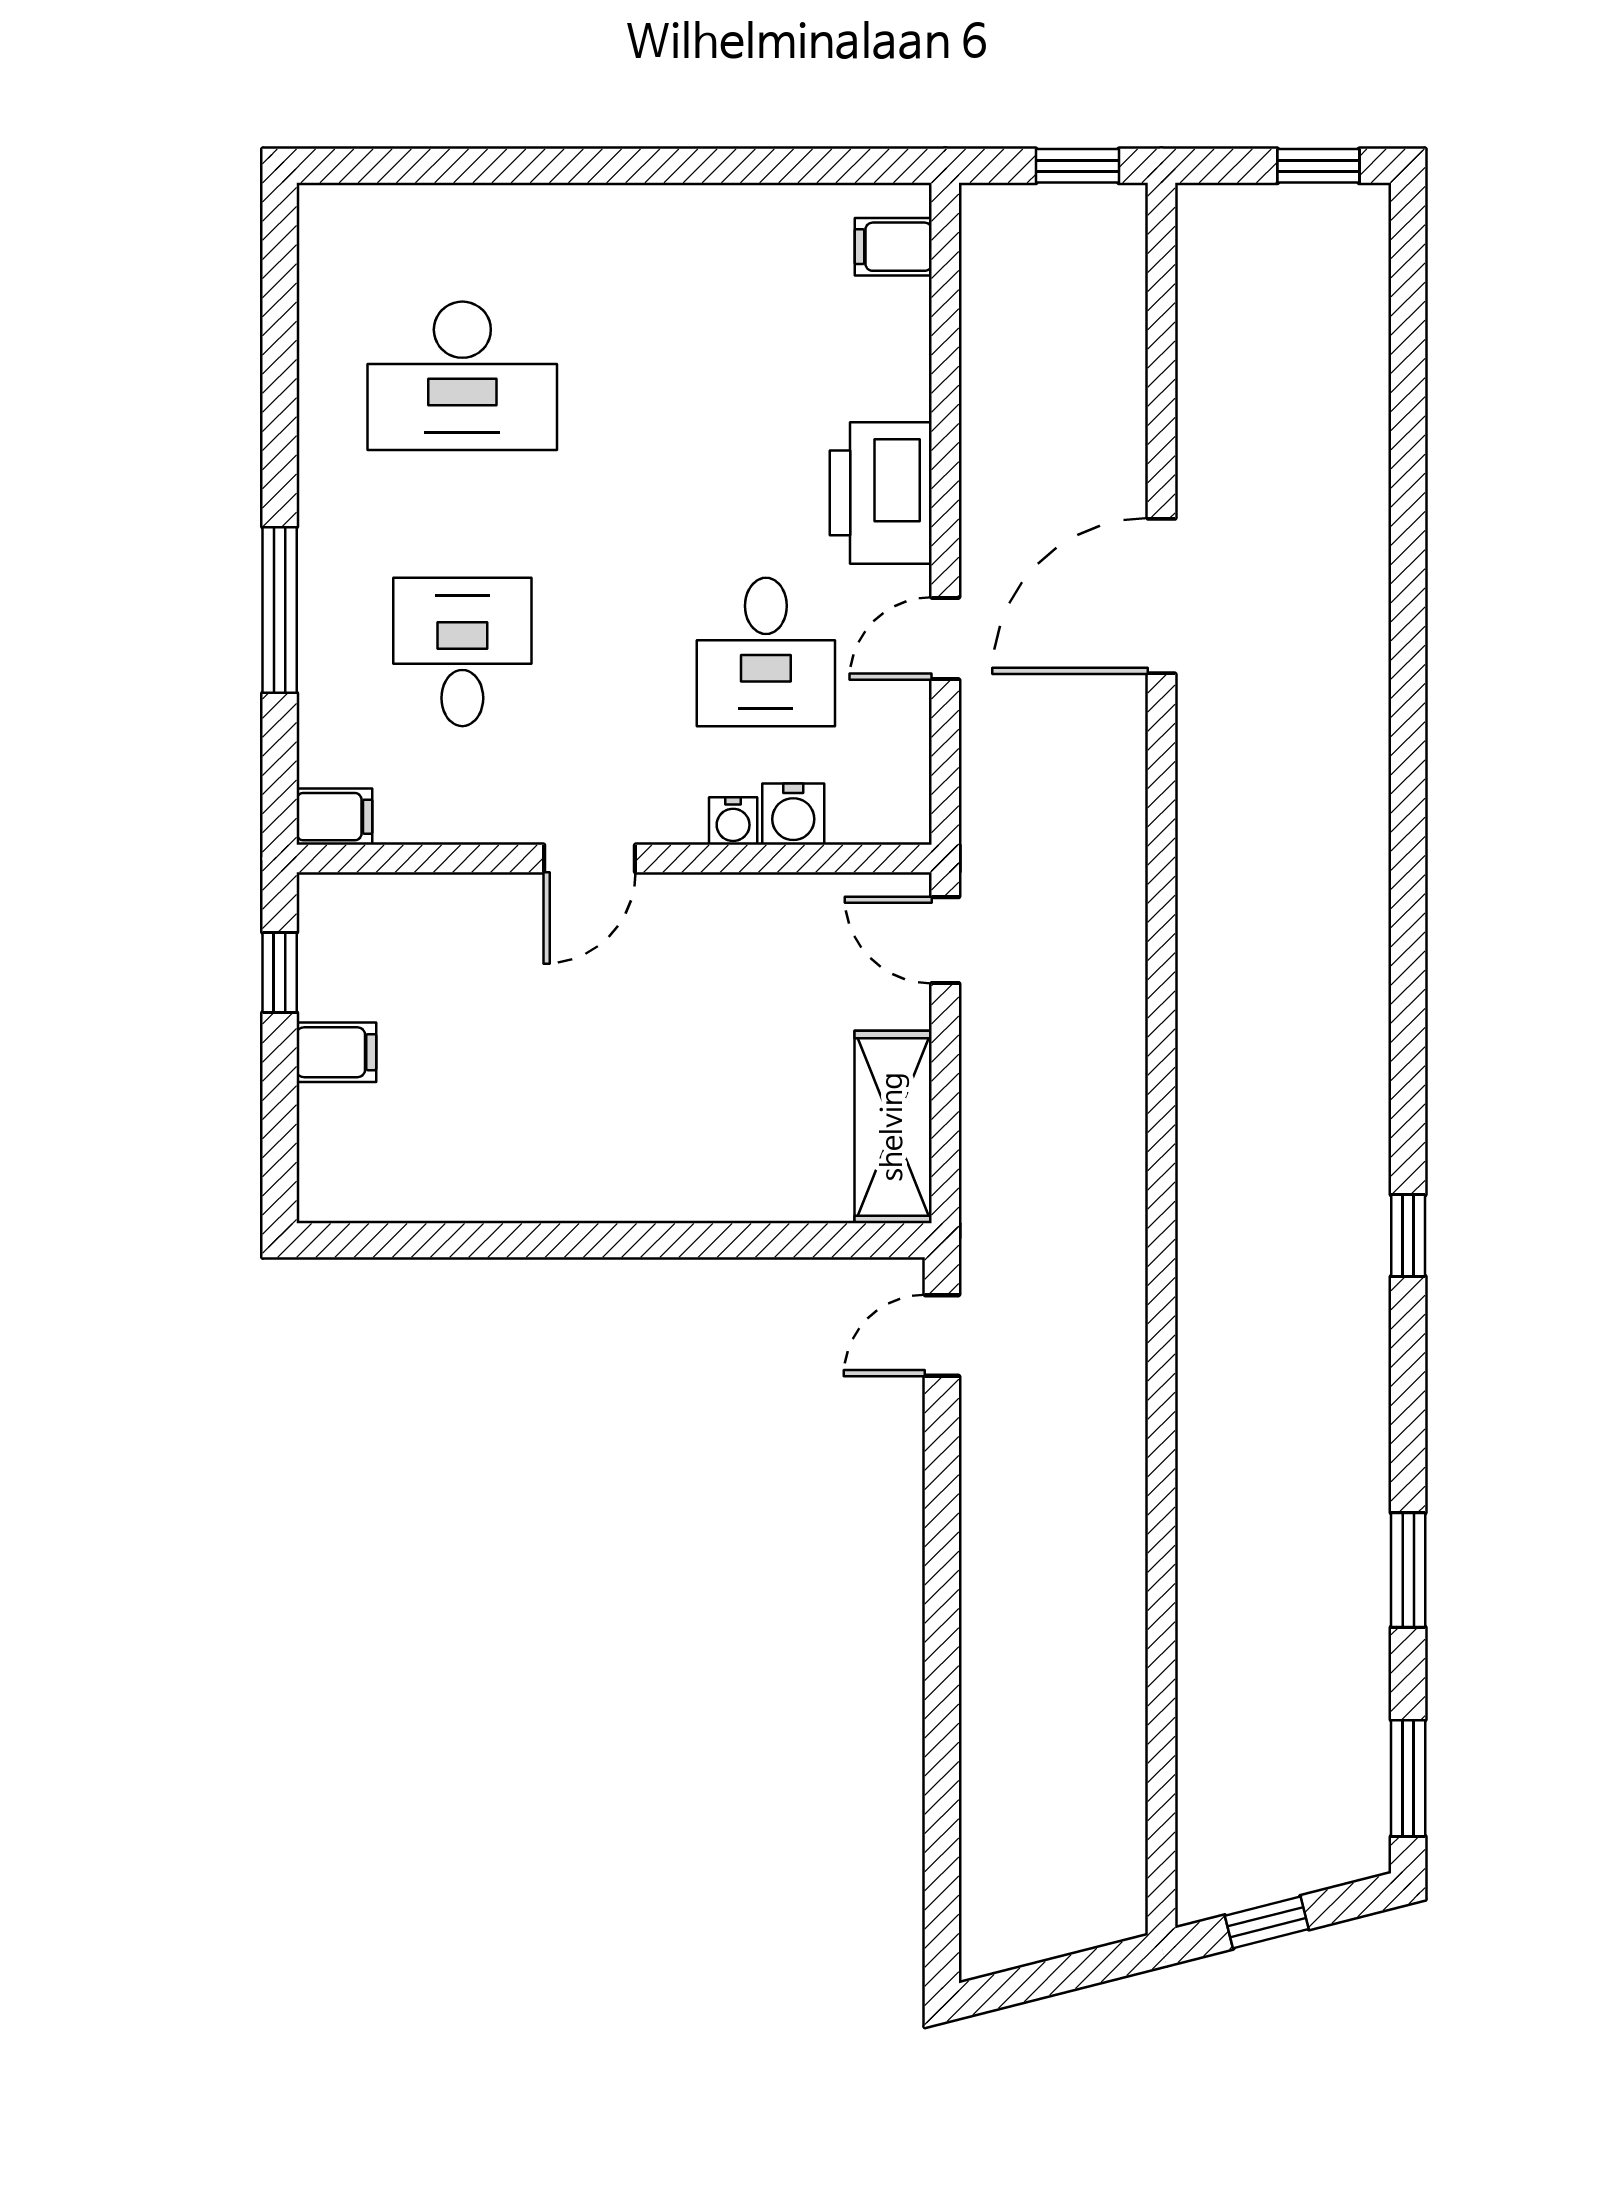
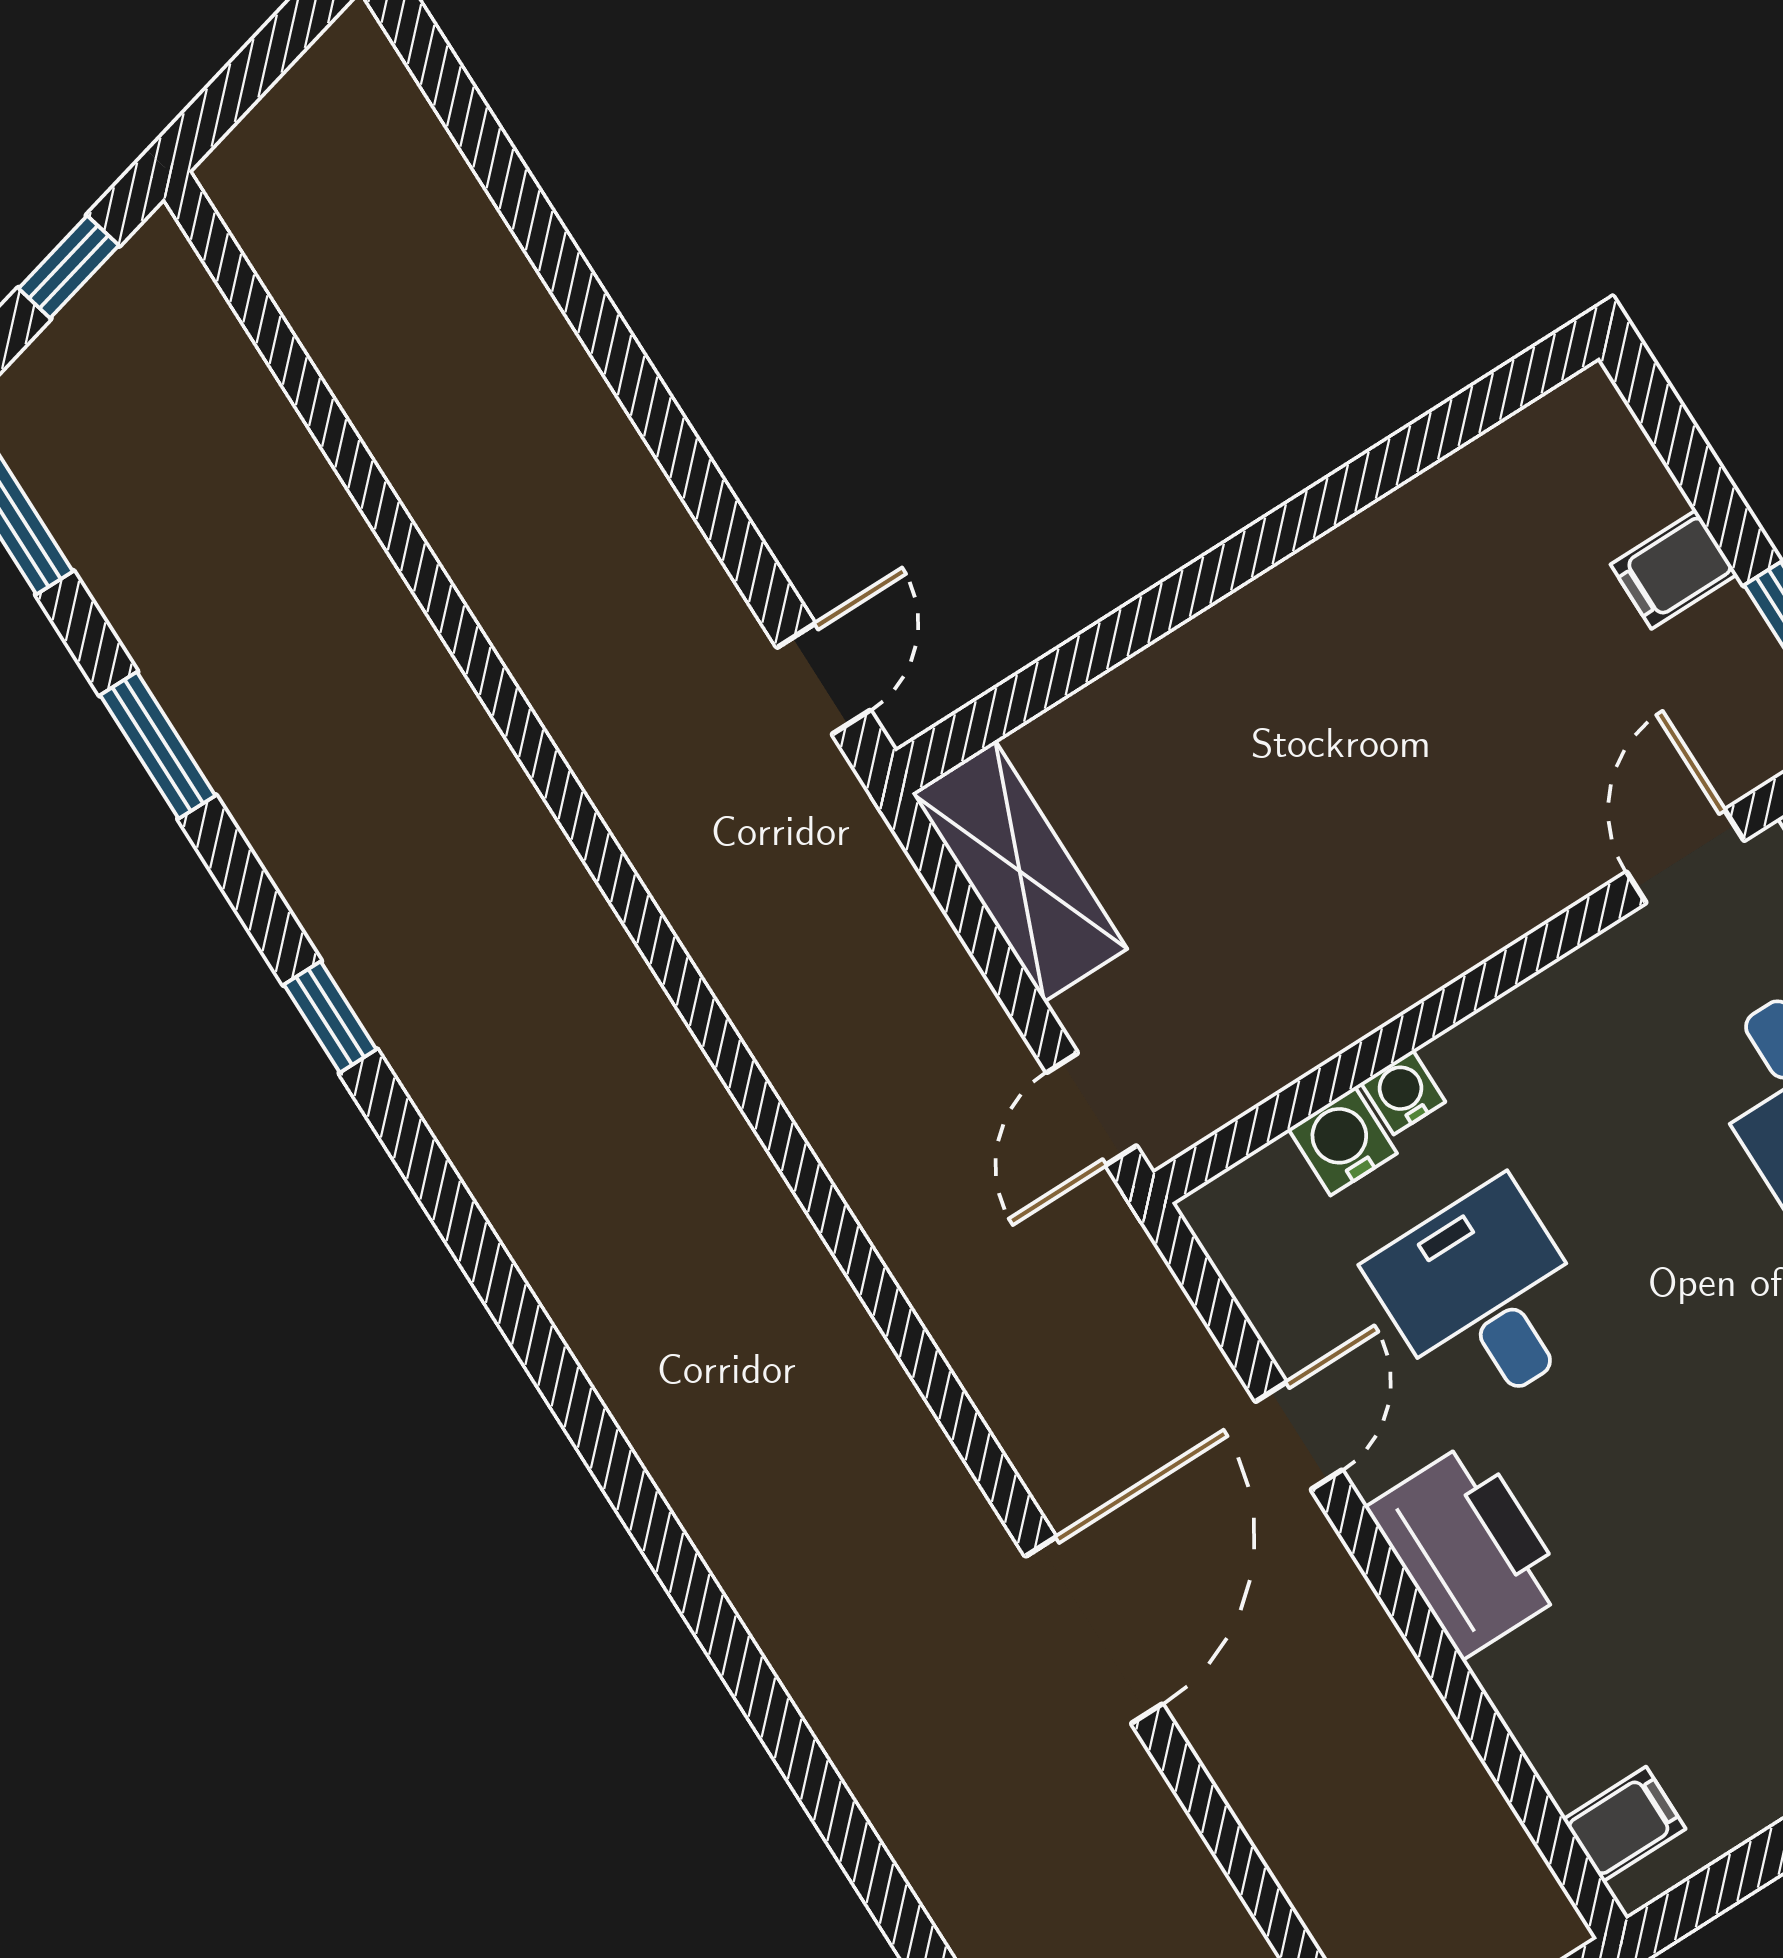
door: (590, 858) -> (1685, 856), moved
door: (945, 940) -> (1092, 1109), swing flipped
window: (1408, 1236) -> (330, 1017), moved

